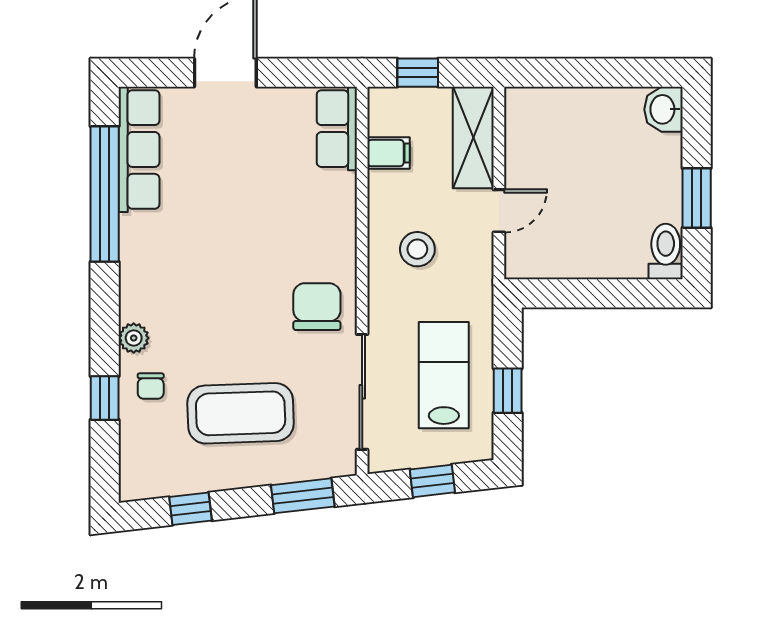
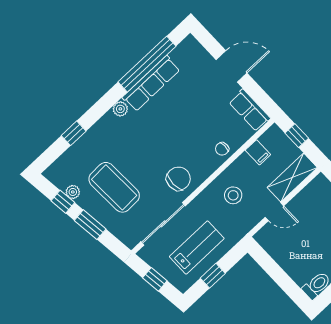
row of seats: (337, 129) -> (250, 110), moved, turned -90
row of seats: (139, 149) -> (151, 84), moved
plant: (134, 338) -> (120, 109), moved
chair: (151, 386) -> (222, 149), moved
plant: (190, 481) -> (73, 192), added
window: (303, 496) -> (90, 225), moved

